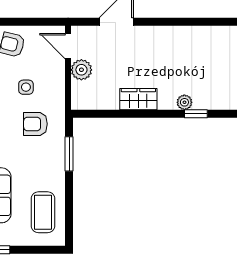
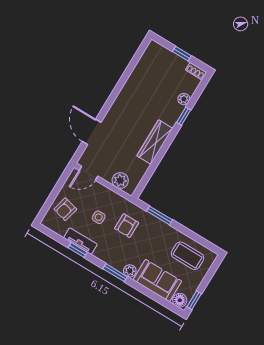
plant: (81, 70) -> (120, 181), moved
wardrobe: (138, 99) -> (155, 142), width x1.50
plant: (184, 102) -> (184, 99), moved

